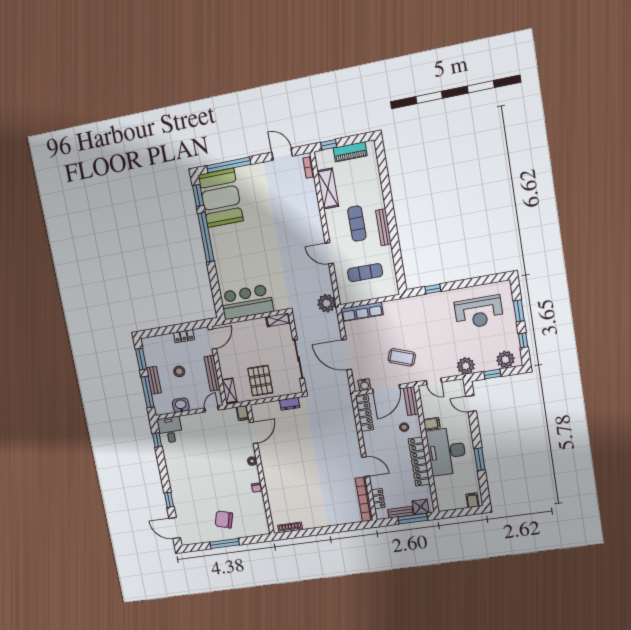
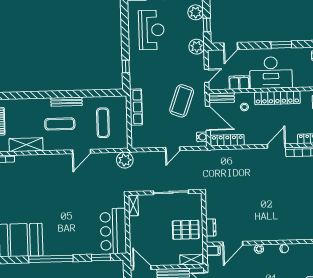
window: (198, 195) -> (101, 257), moved
row of seats: (362, 312) -> (136, 107), moved
door: (347, 355) -> (173, 149), width x0.53
coffee table: (402, 357) -> (182, 101), width x1.36, depth x1.32
dresser: (290, 404) -> (211, 227), moved
filing cabinet: (432, 424) -> (239, 83), width x2.00
door: (253, 433) -> (233, 244), swing flipped

